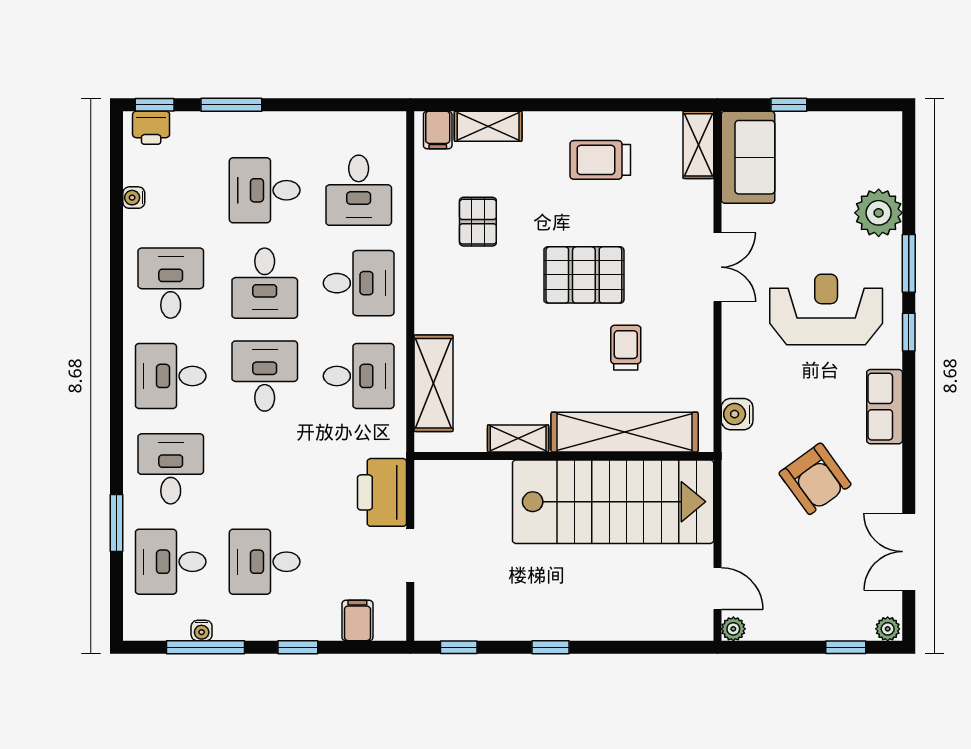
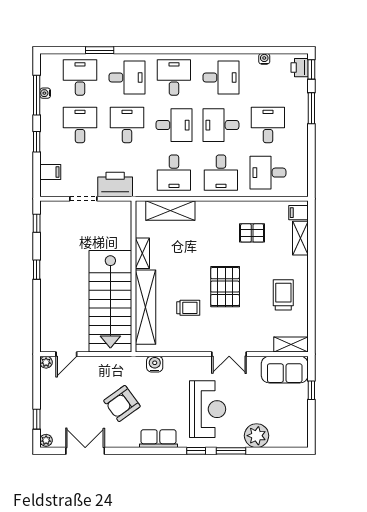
desk: (265, 469) -> (127, 125), added

